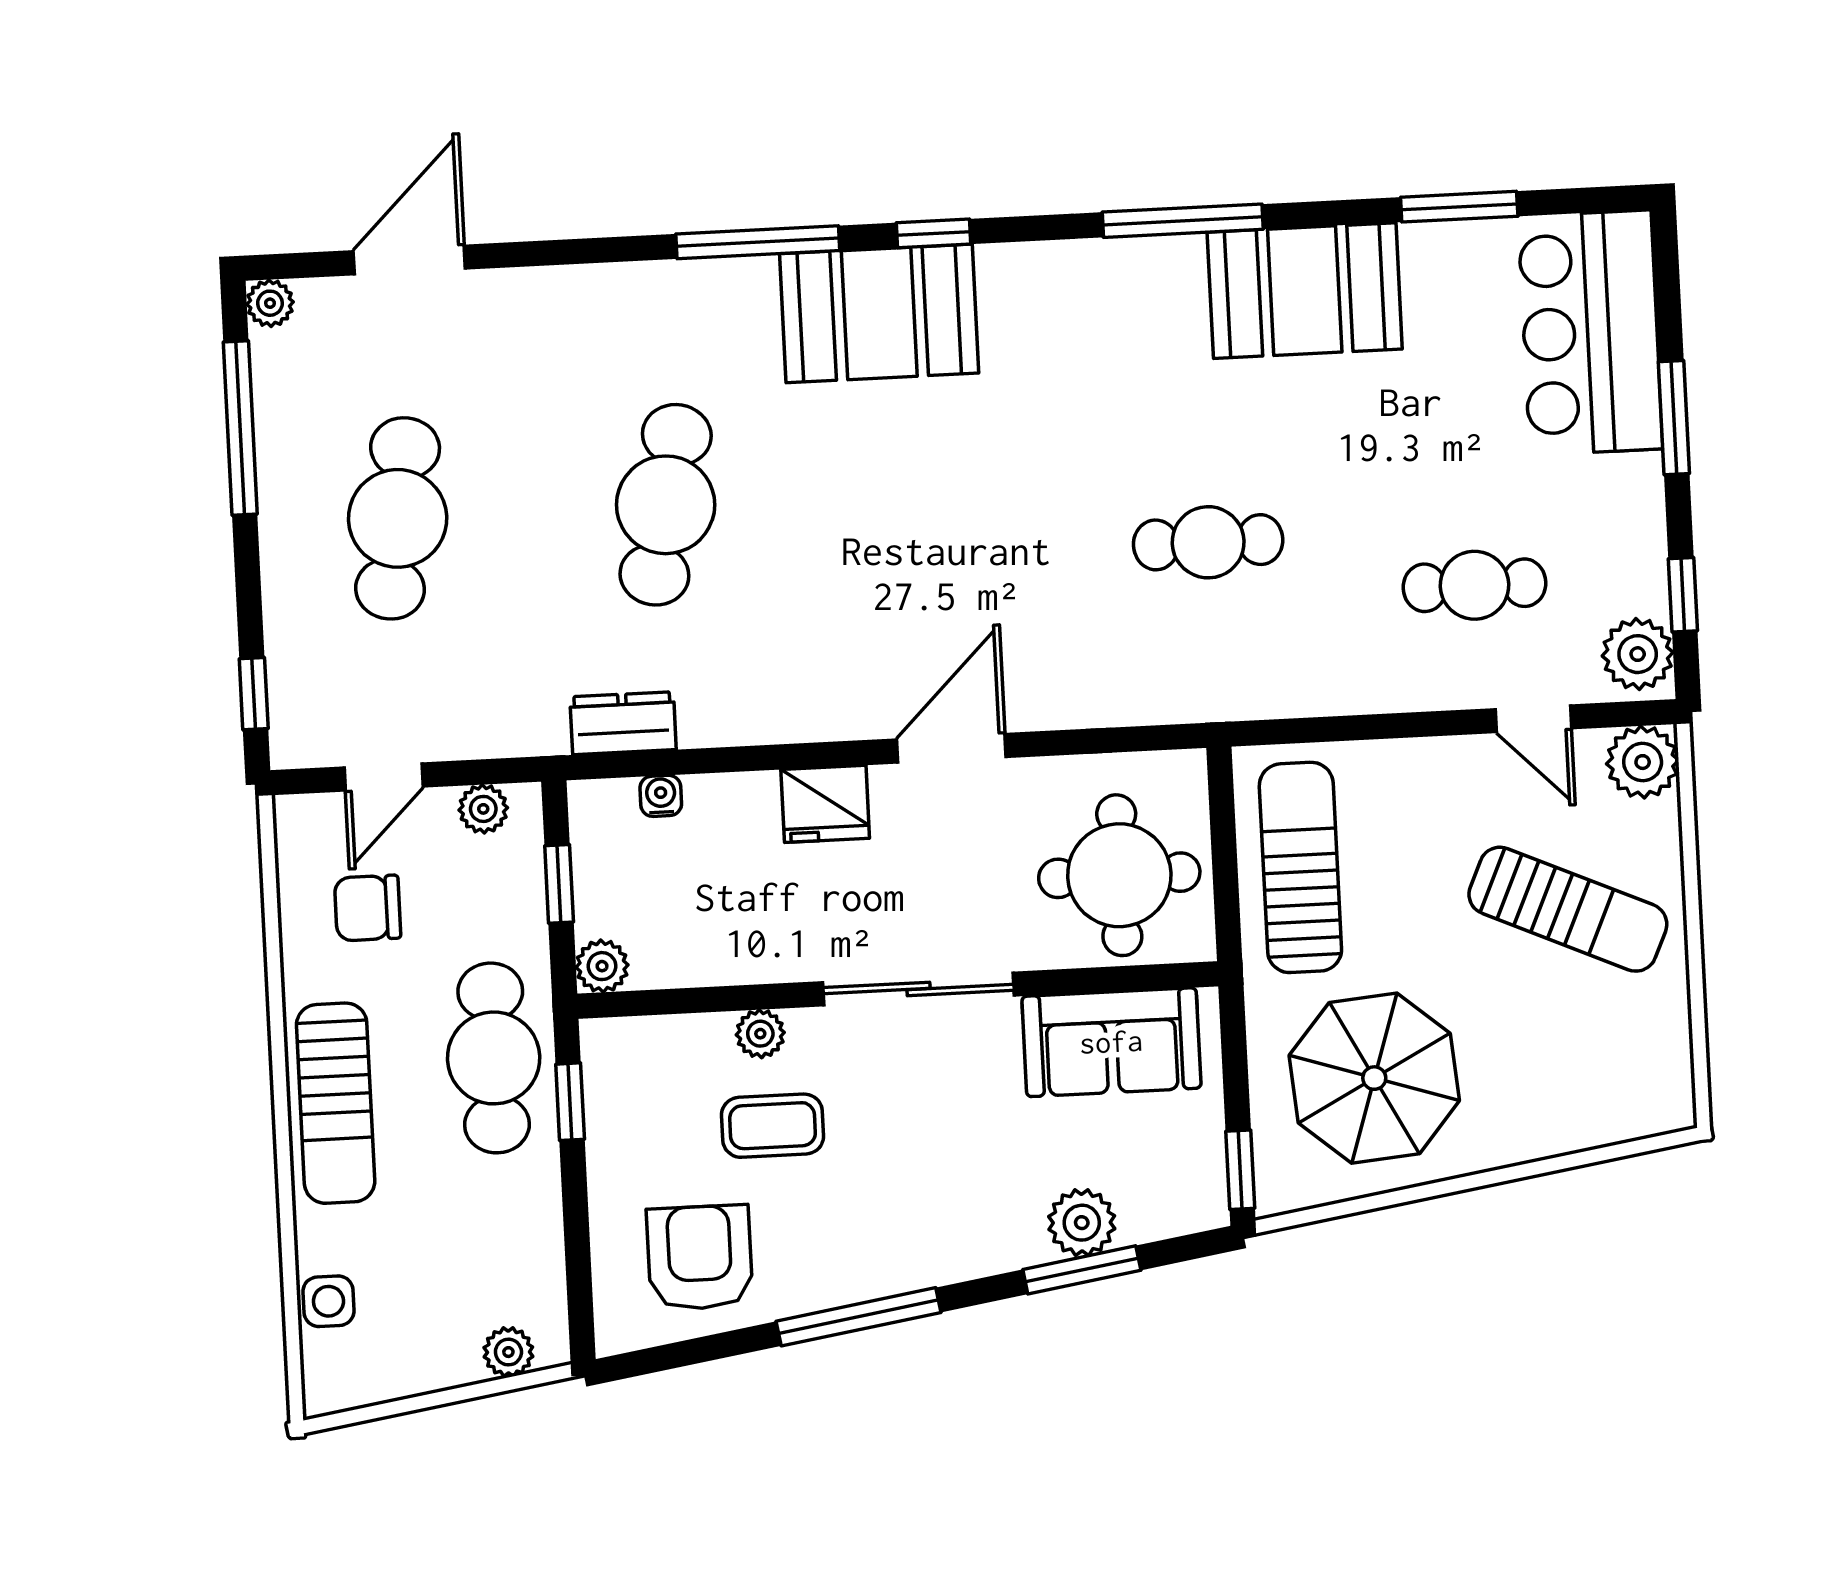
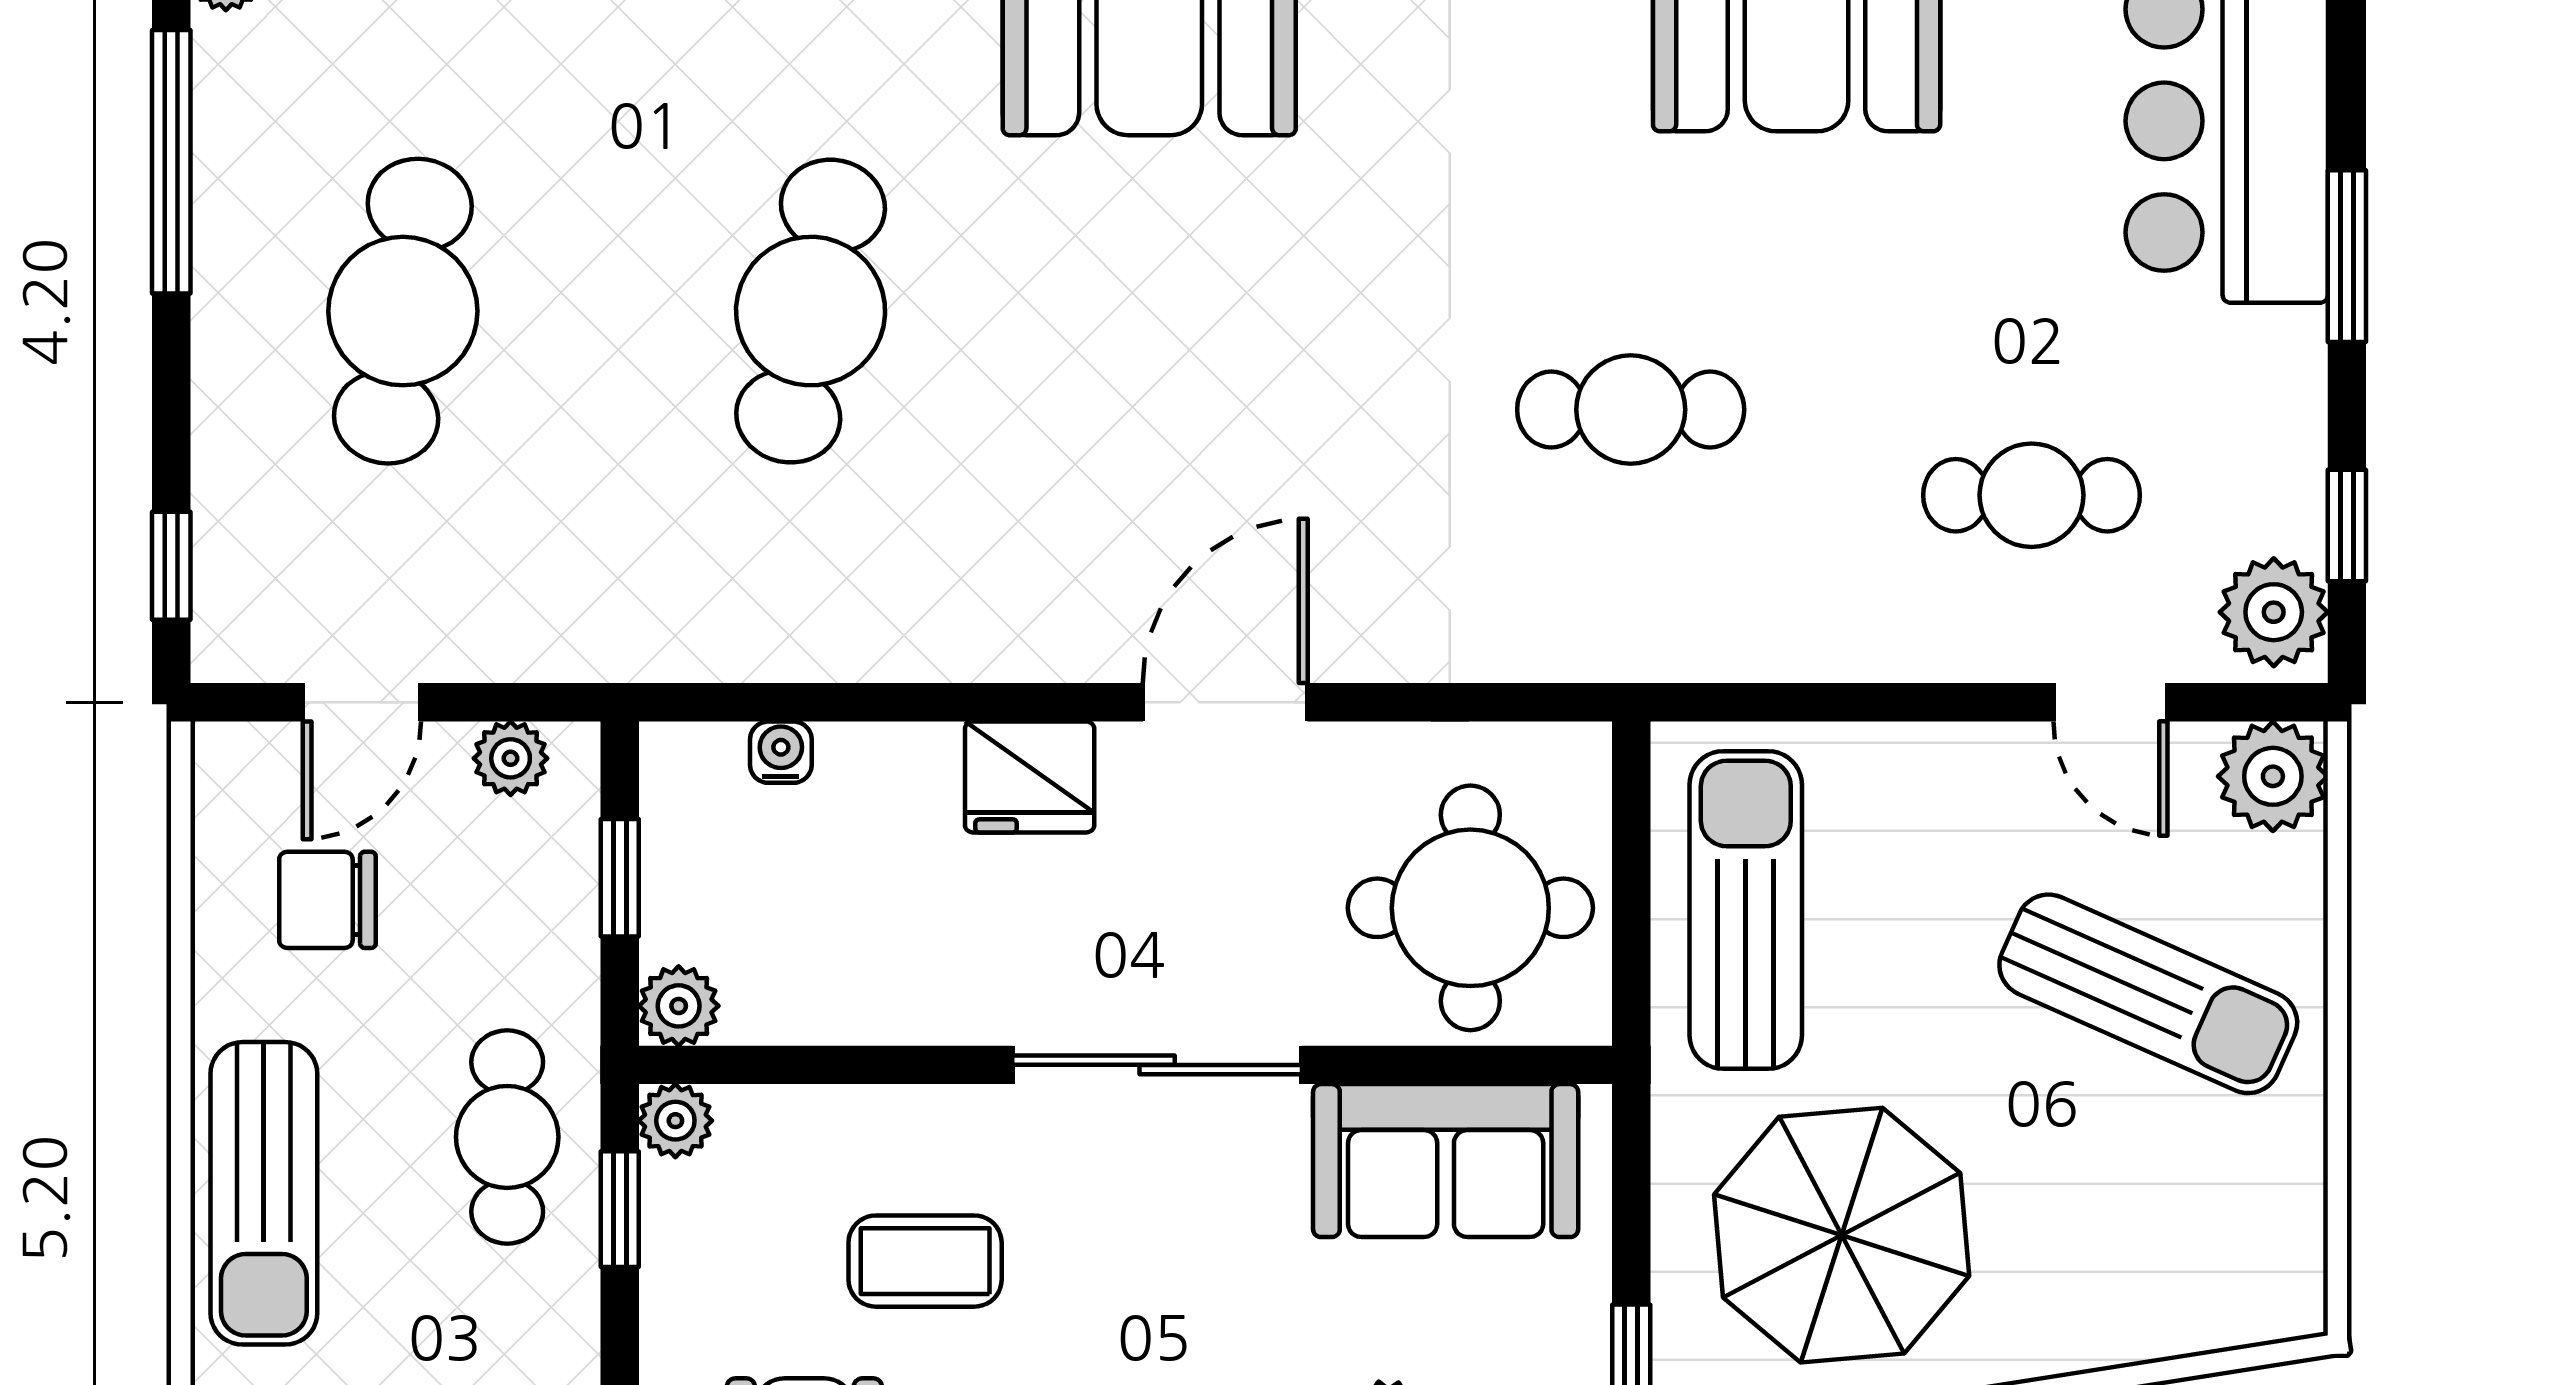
dresser: (623, 723) -> (729, 639), removed
plant: (760, 1034) -> (675, 1121), moved
cafe table: (494, 1058) -> (507, 1137), width x0.73, depth x0.74

